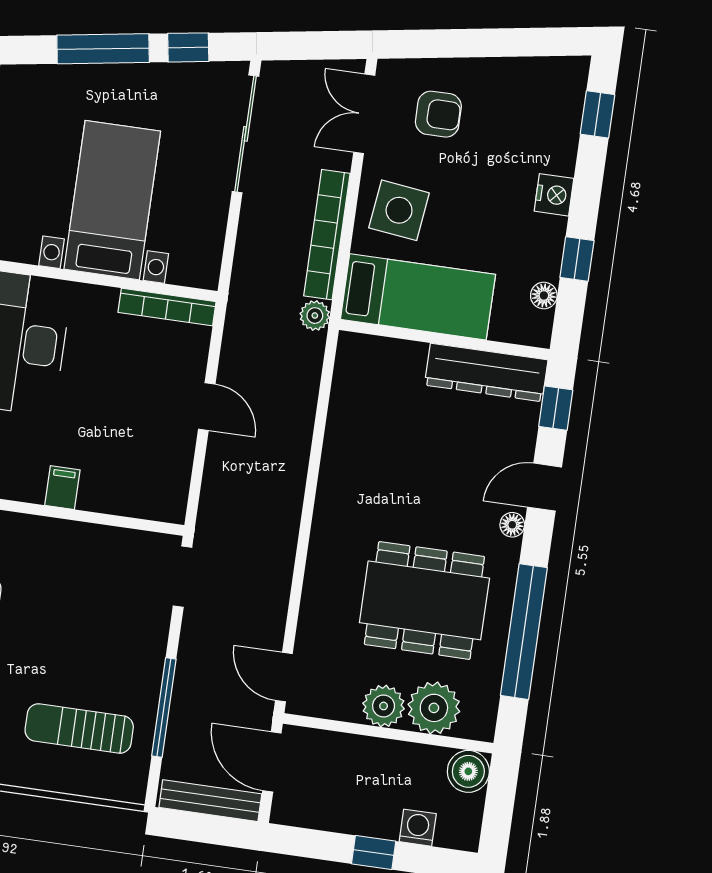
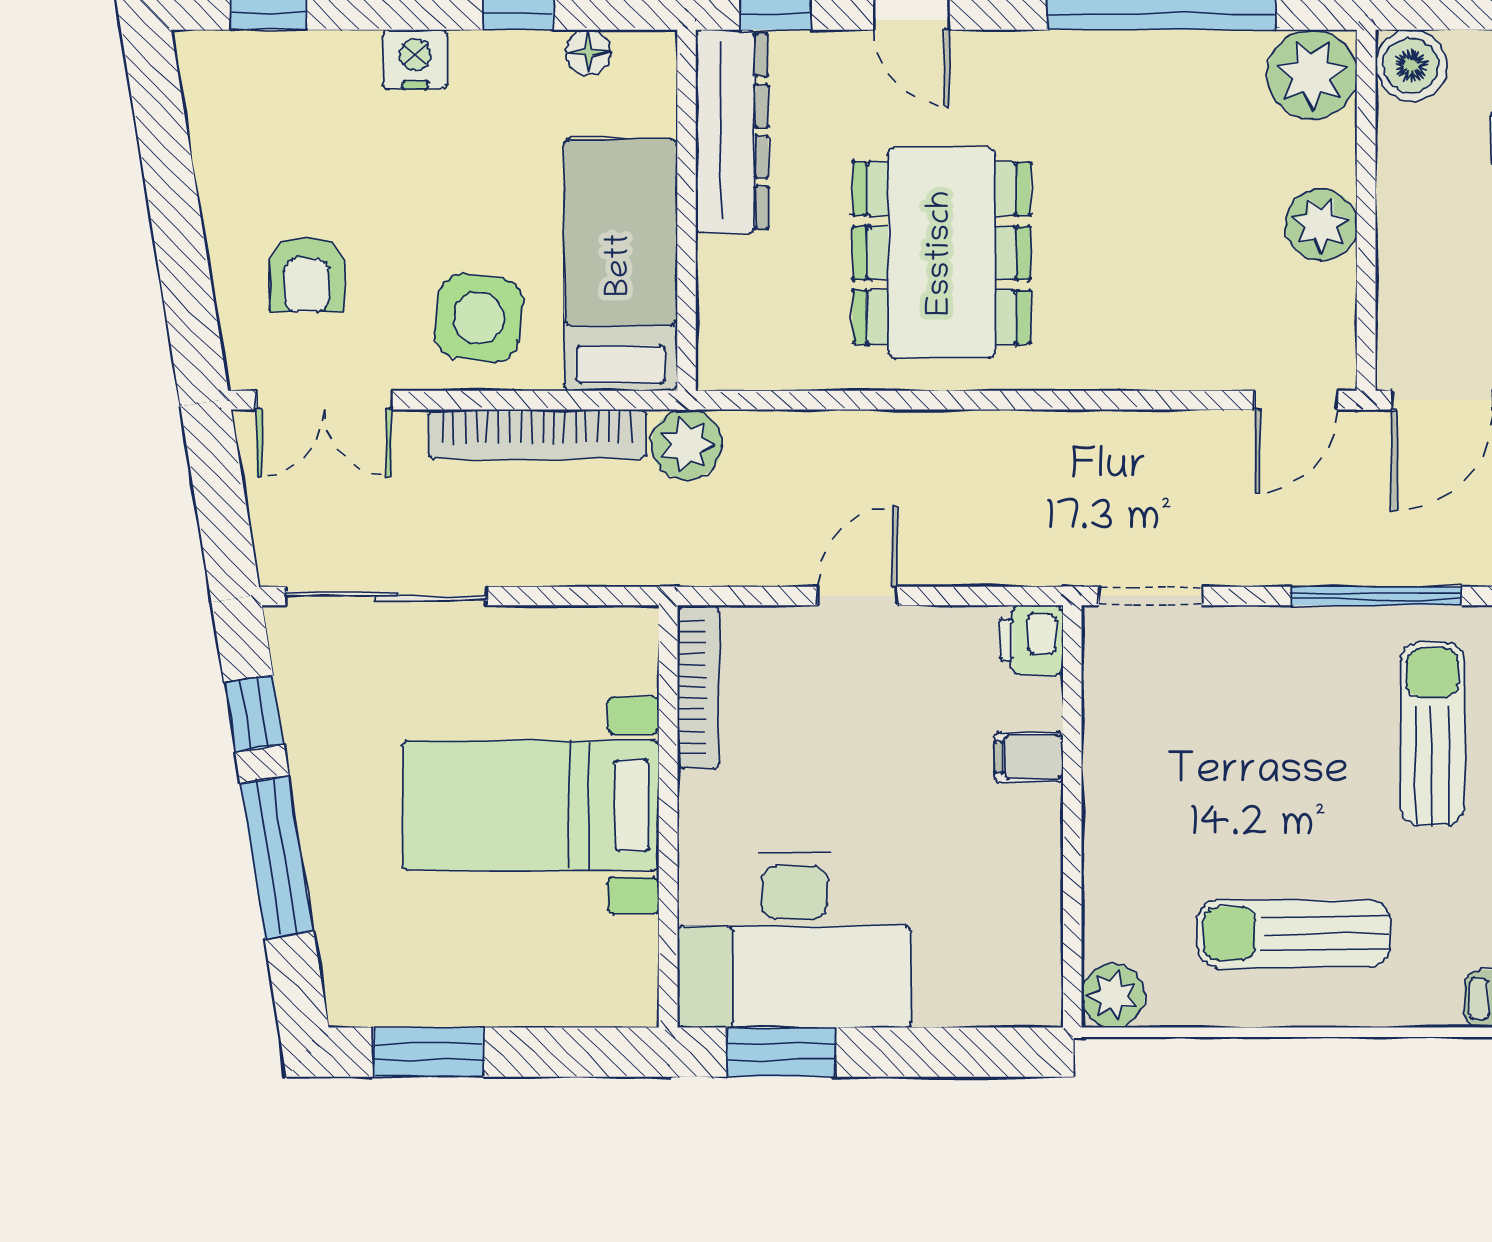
armchair: (438, 114) -> (307, 274), turned 180
plant: (315, 316) -> (687, 445), width x1.38, depth x1.38
filing cabinet: (62, 488) -> (1029, 757), moved
printer: (167, 504) -> (1031, 640), added
floor lamp: (512, 525) -> (983, 51), removed
dining table: (424, 600) -> (942, 253), moved
plant: (434, 708) -> (1312, 74), moved
sun lounger: (79, 728) -> (1432, 734), turned 180

